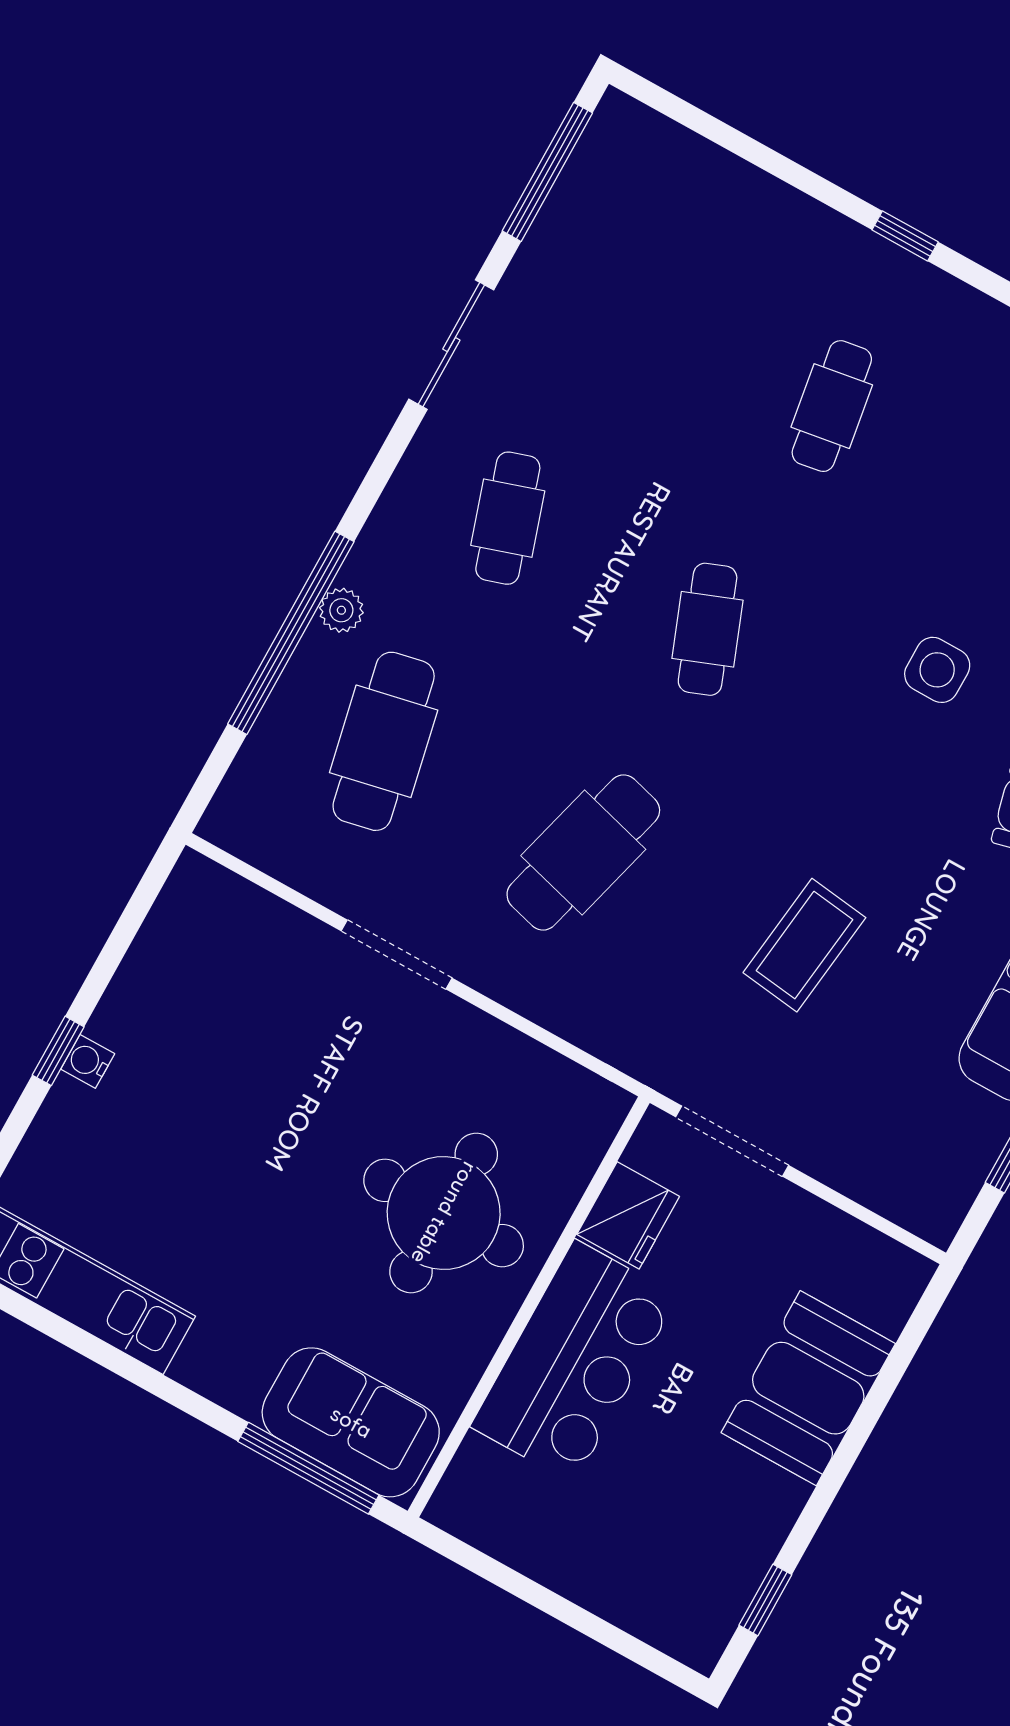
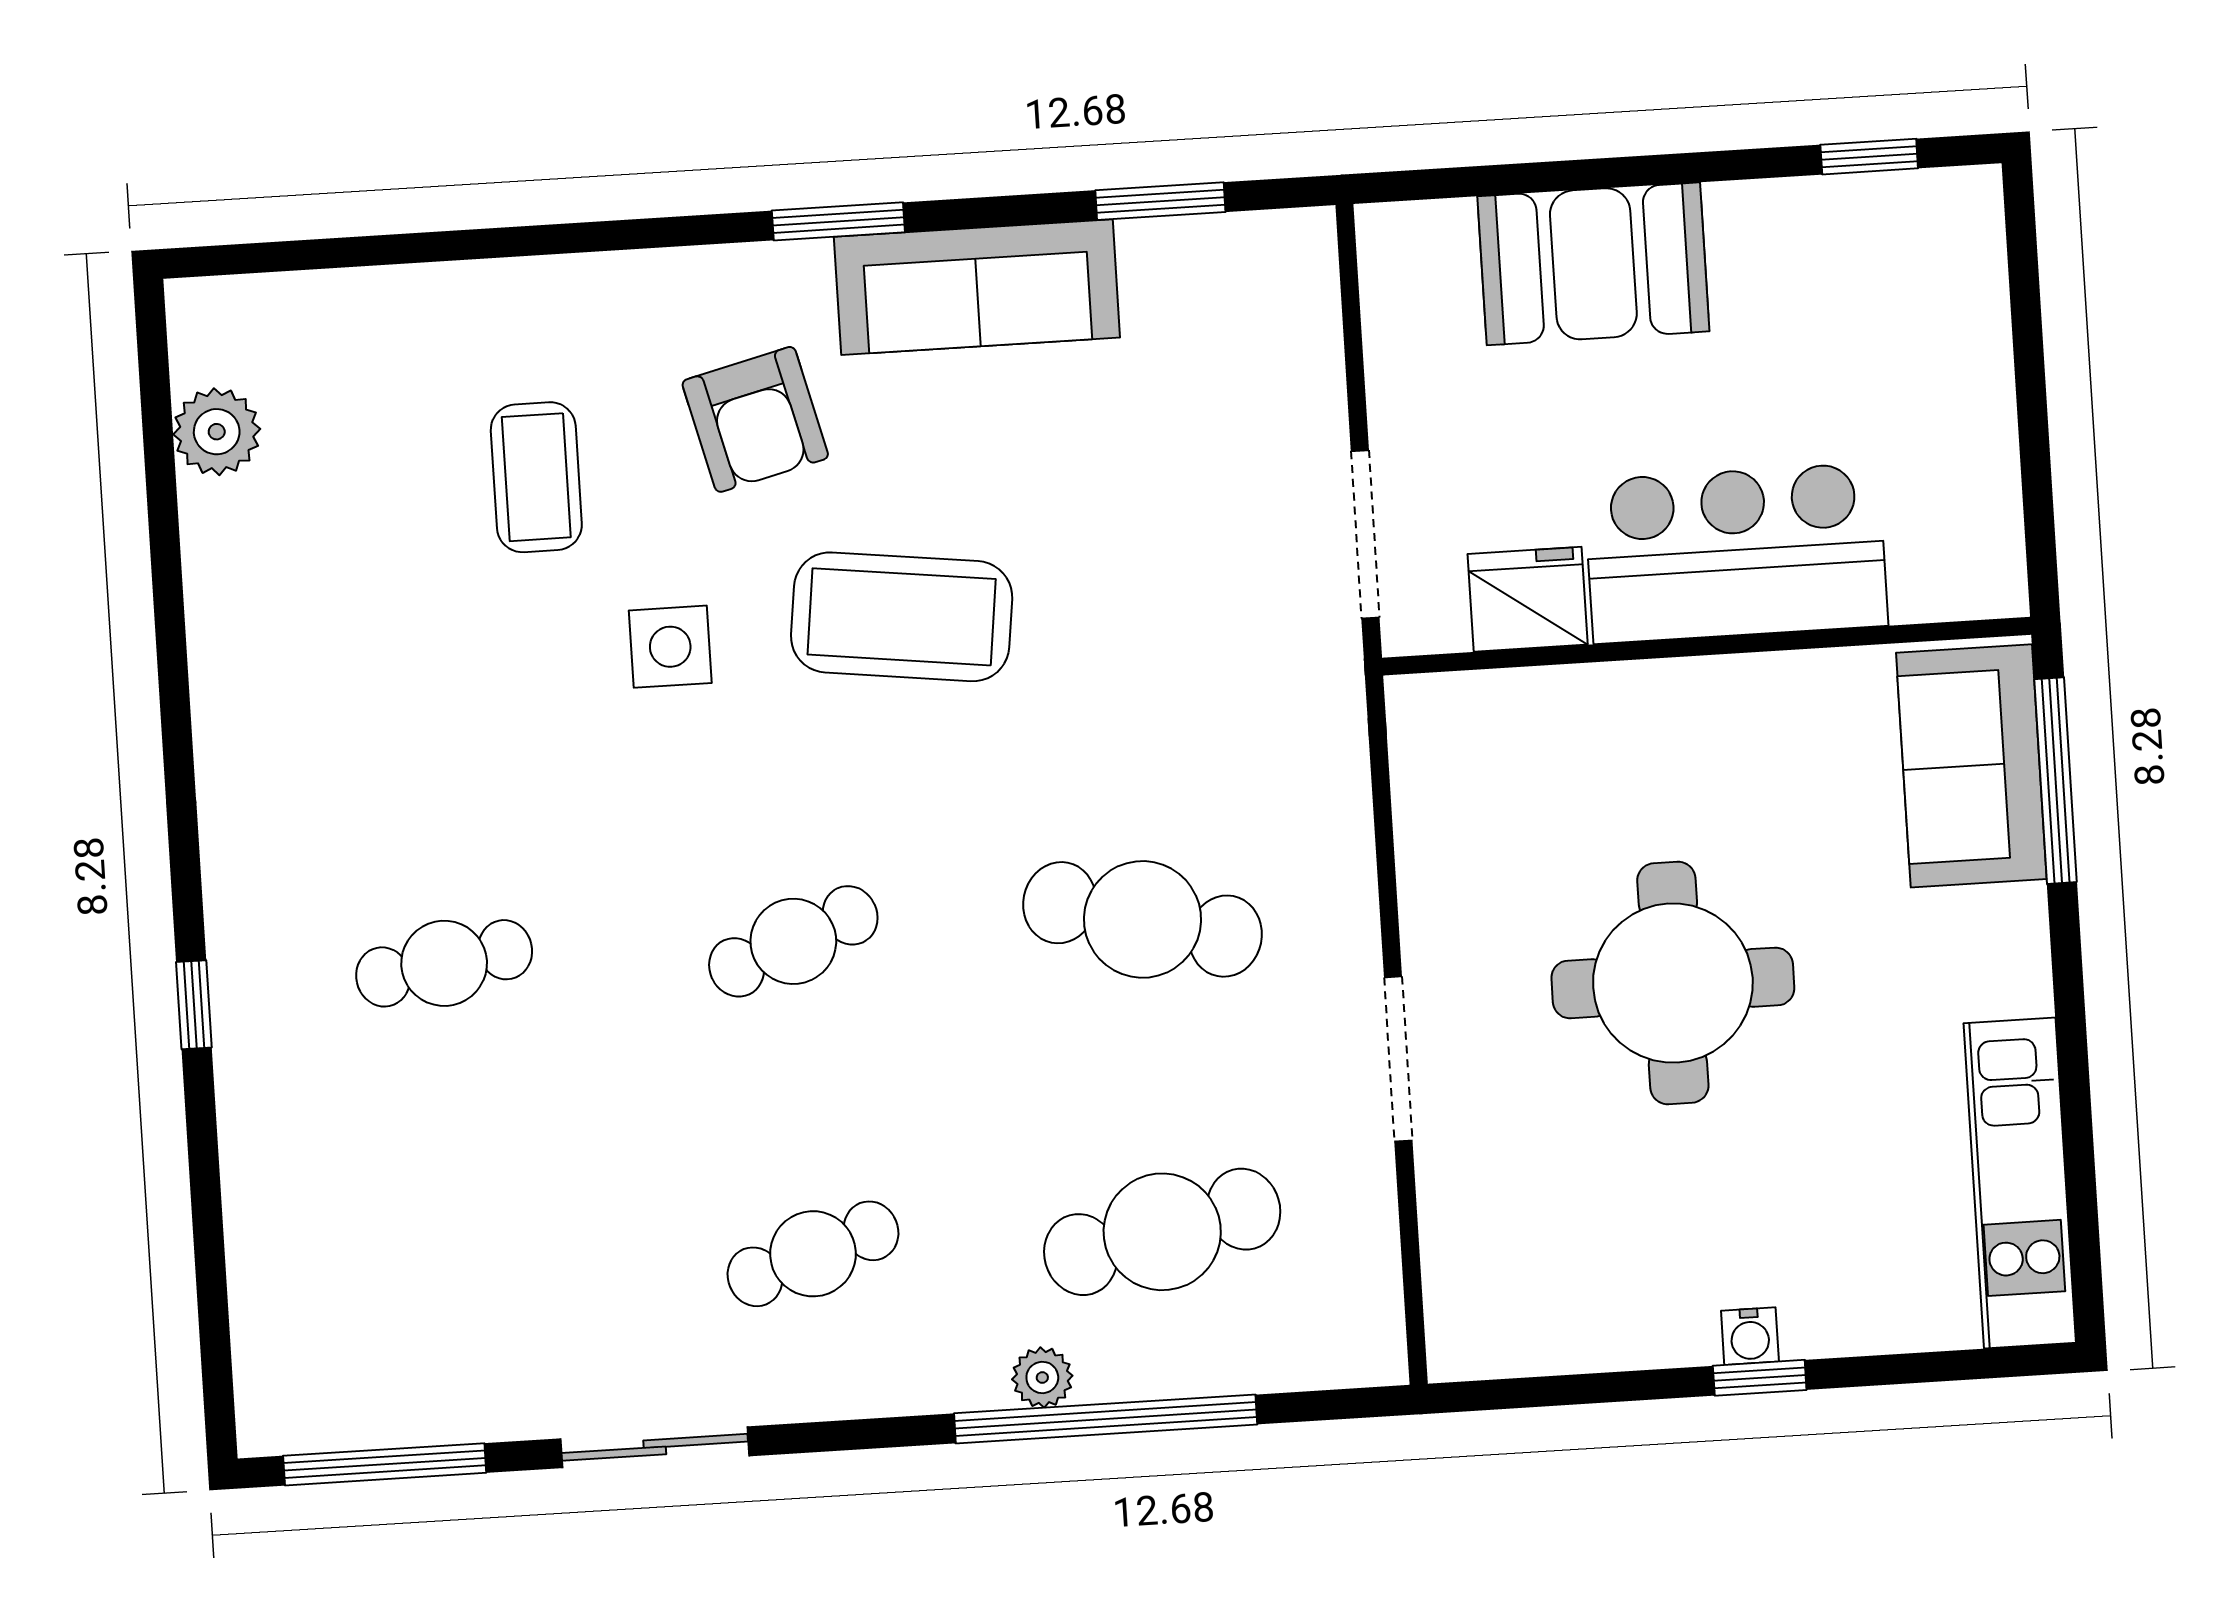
coffee table: (804, 945) -> (902, 617), moved, width x1.36, depth x1.32
round table: (444, 1213) -> (1673, 983), moved

